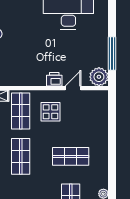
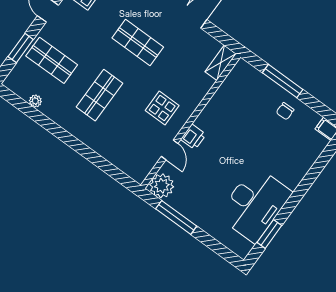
shop shelf: (21, 111) -> (186, 77), removed

